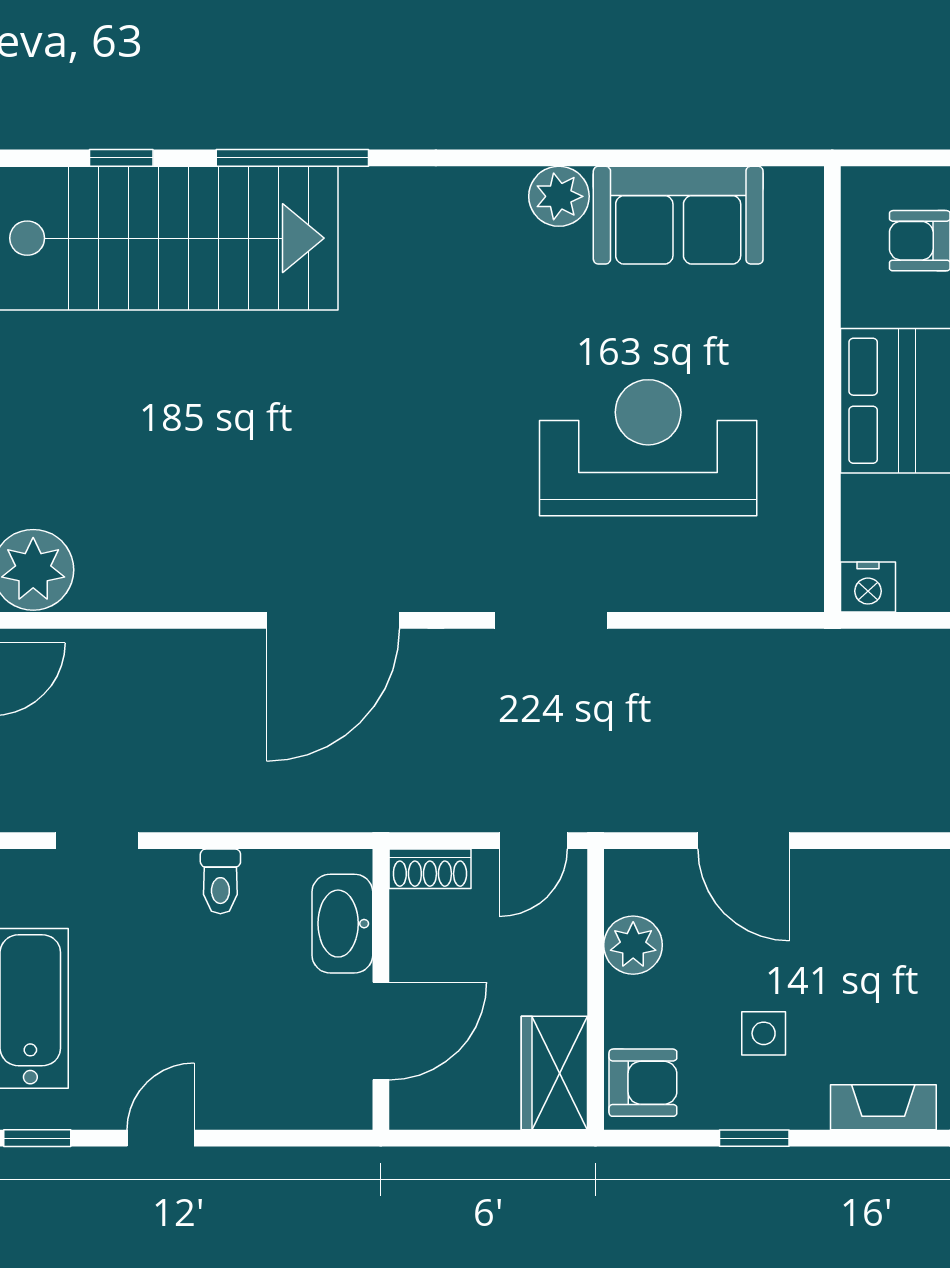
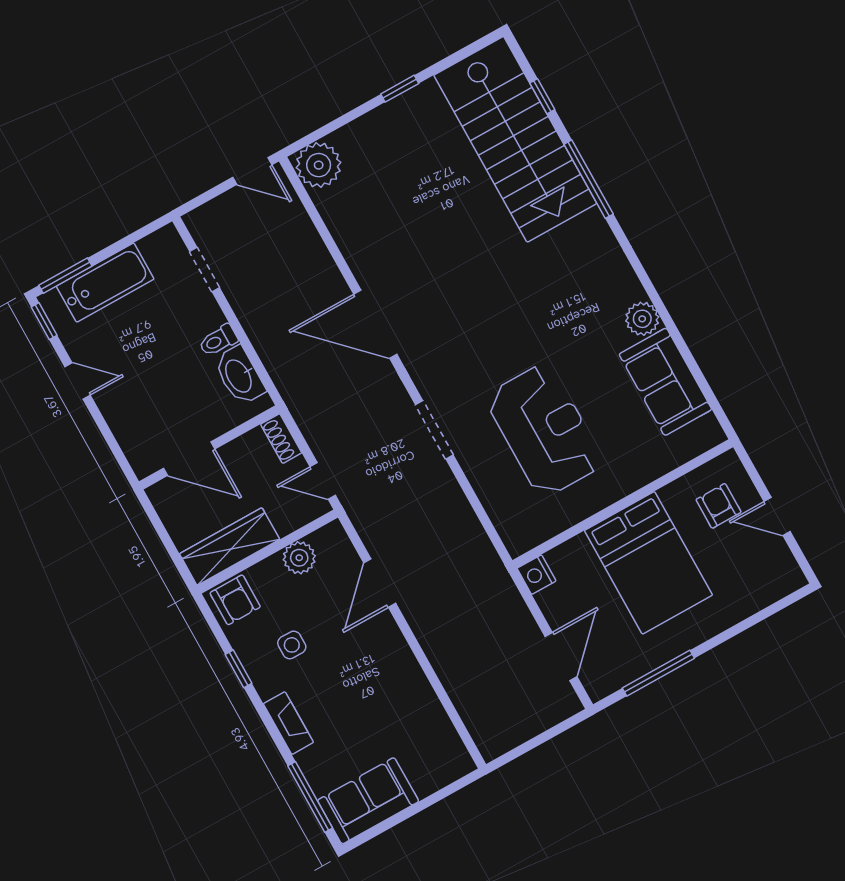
washbasin: (342, 924) -> (239, 376), moved, turned -90
wardrobe: (554, 1073) -> (230, 547), width x1.50

